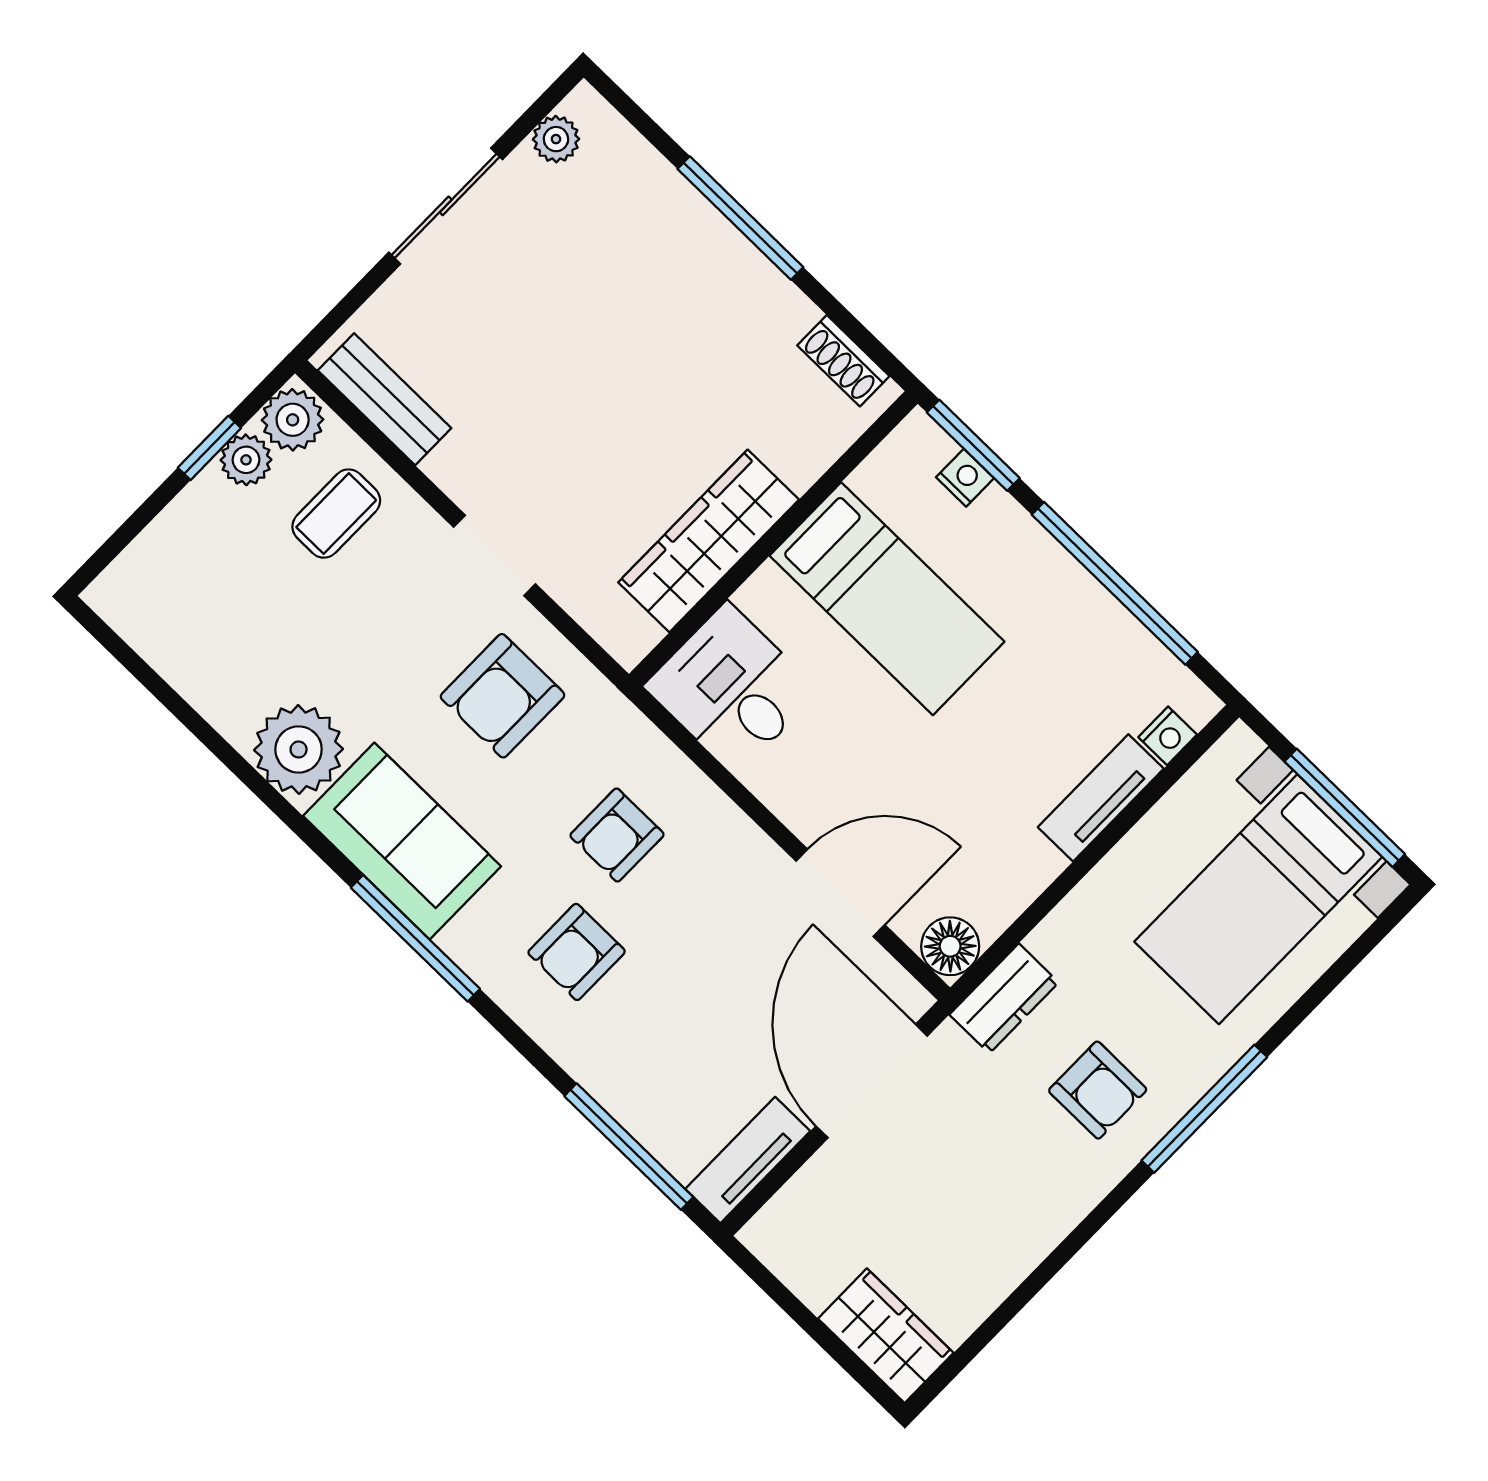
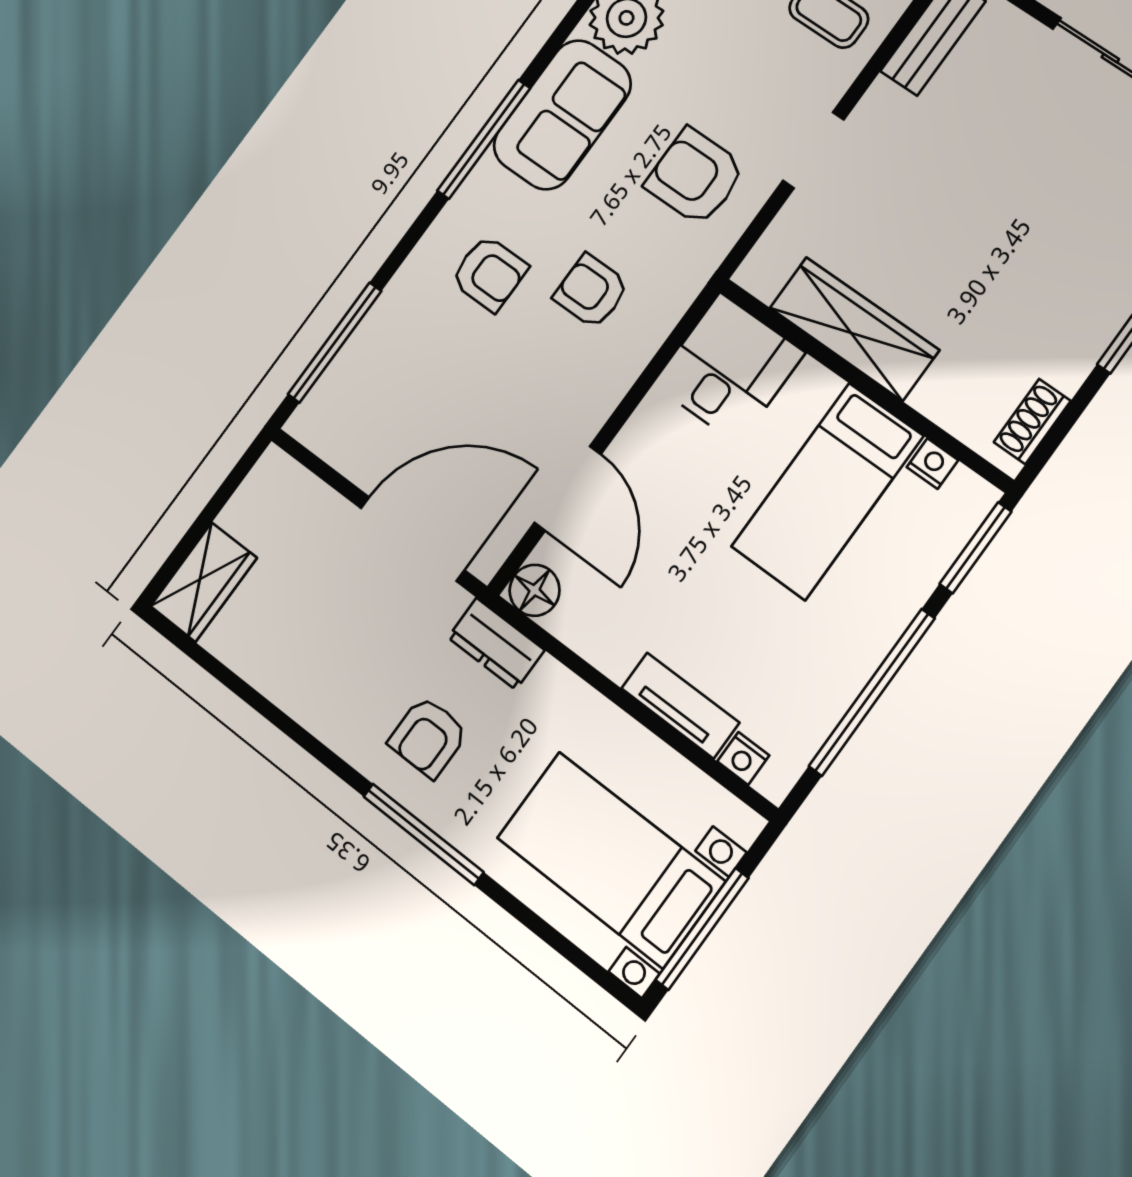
nightstand: (965, 478) -> (932, 464), moved, turned -90
armchair: (577, 952) -> (489, 273), turned 180
tv unit: (748, 1160) -> (335, 444), removed

